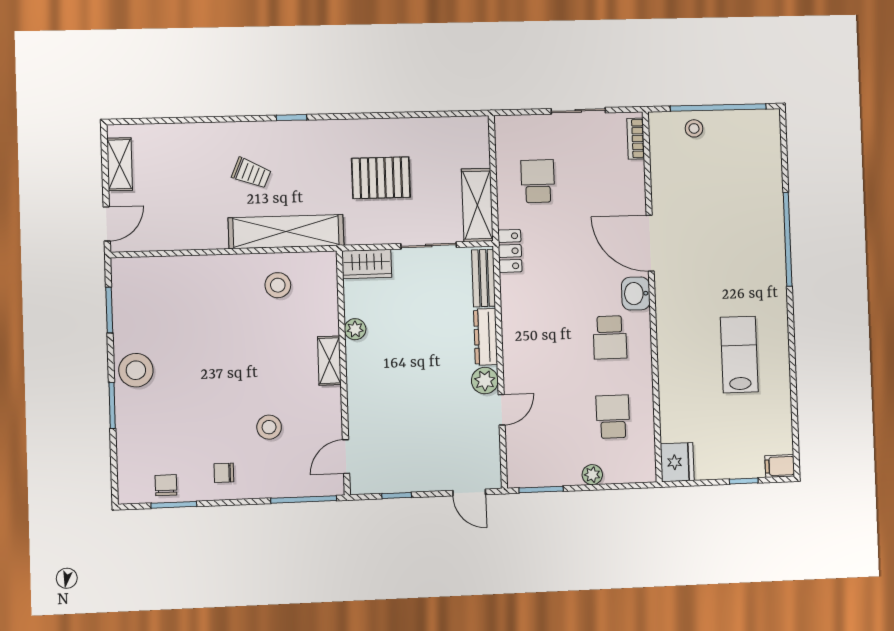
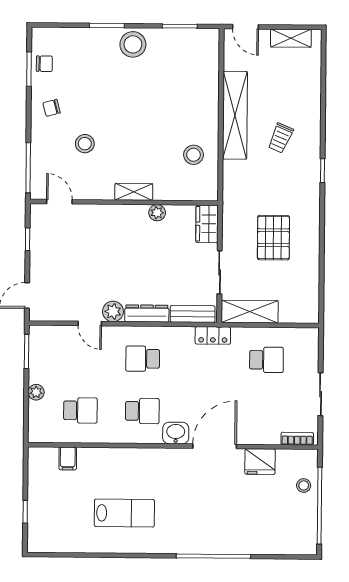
shelving: (286, 232) -> (235, 115), moved
school desk: (610, 337) -> (142, 411), turned 180
school desk: (544, 340) -> (143, 359), added
fridge: (677, 462) -> (260, 462), moved
filing cabinet: (780, 466) -> (68, 459), moved, turned 180
chair: (224, 473) -> (52, 108), turned -105

